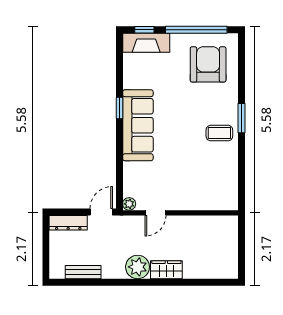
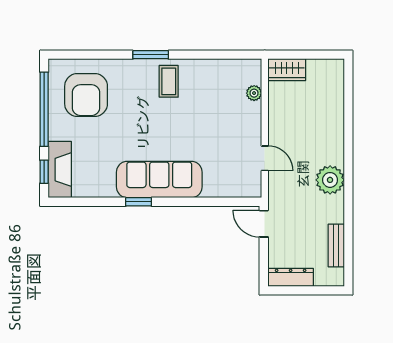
armchair: (208, 64) -> (86, 95), turned -90
plant: (129, 204) -> (254, 93), moved
dresser: (68, 223) -> (291, 277), moved, turned -90
wardrobe: (166, 270) -> (287, 70), moved, turned -90

